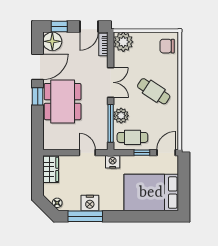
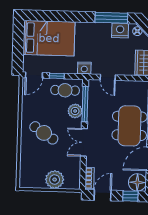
plant: (123, 42) -> (55, 179), moved
chair: (167, 46) -> (30, 175), removed
nightstand: (90, 203) -> (120, 30), moved

